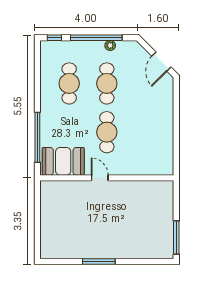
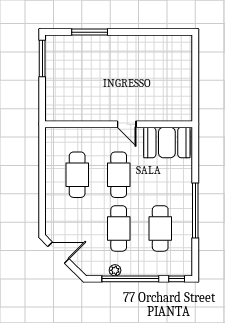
door: (161, 62) -> (58, 253), hinge flipped
cafe table: (144, 132) -> (77, 175), added
window: (37, 137) -> (195, 211), moved
window: (99, 261) -> (90, 32), moved

